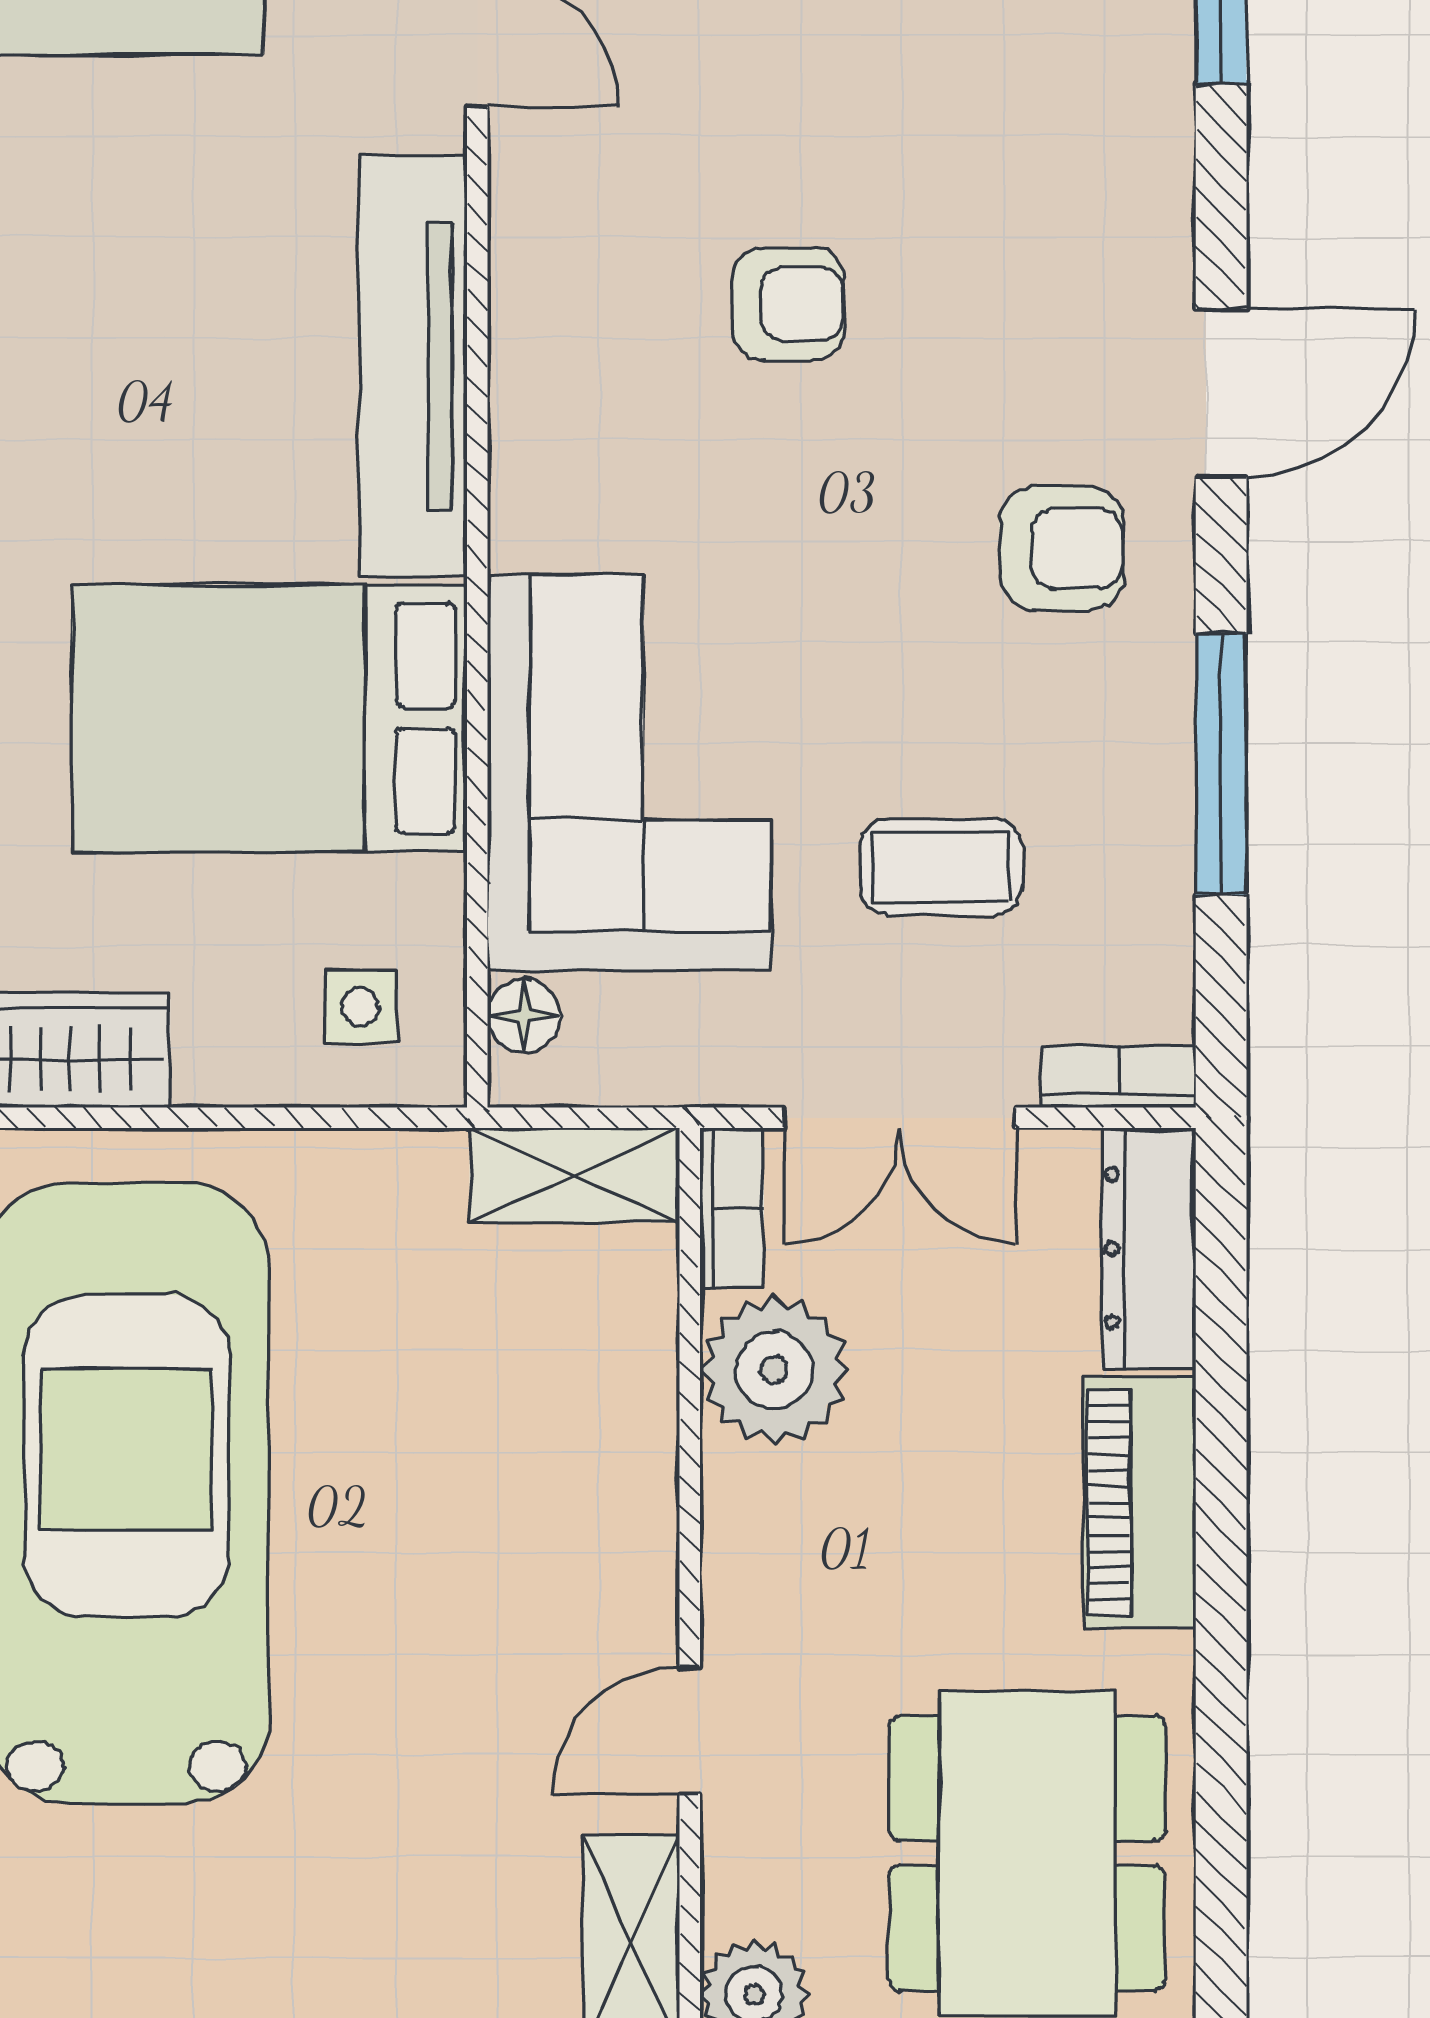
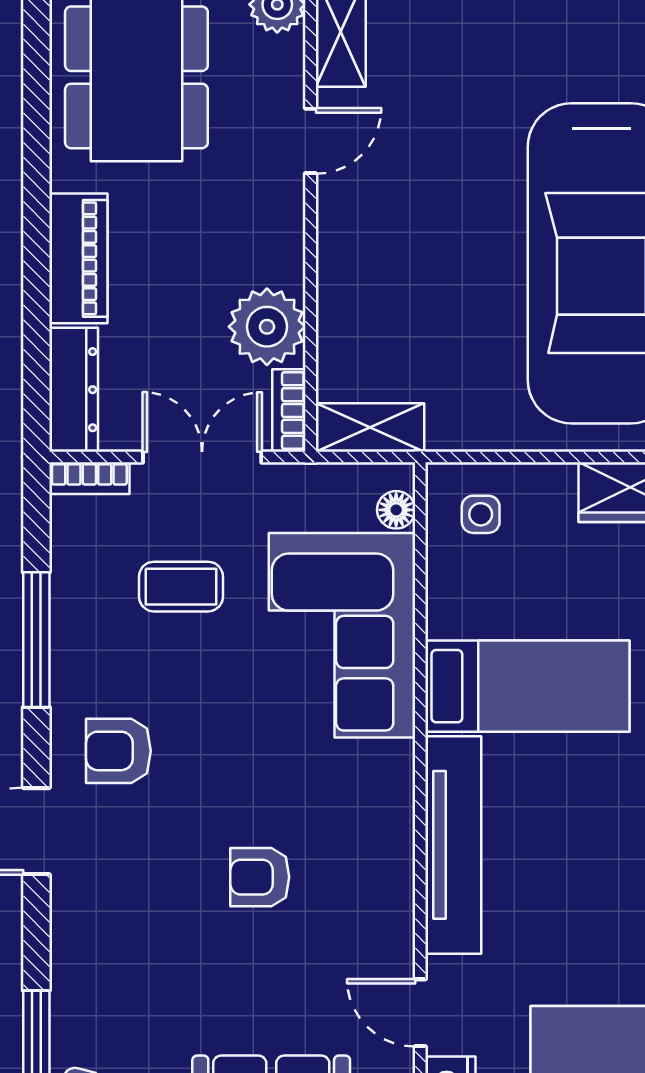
bed: (270, 718) -> (527, 686), width x0.67

